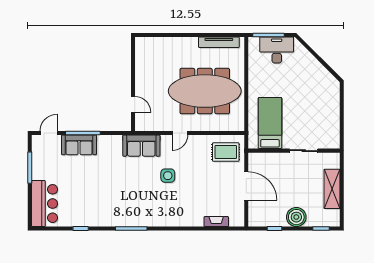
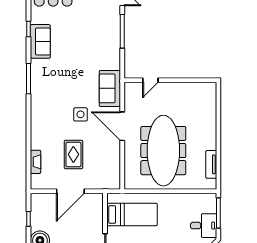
tv unit: (219, 42) -> (211, 164), width x0.71
desk: (277, 50) -> (204, 226), width x0.73
door: (180, 133) -> (122, 126), width x1.88
sofa: (79, 145) -> (40, 41), moved, turned 180
rug: (226, 152) -> (73, 154), moved

